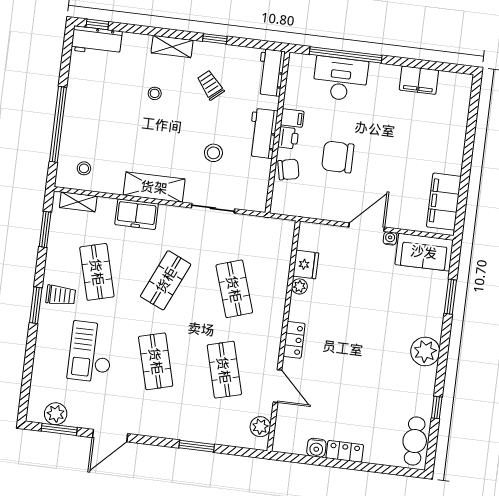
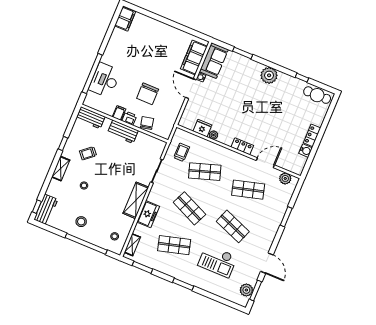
filing cabinet: (419, 80) -> (125, 19), moved
stool: (213, 153) -> (81, 222), moved
filing cabinet: (444, 202) -> (194, 57), moved, turned 90
trolley: (61, 295) -> (182, 152), moved
shop shelf: (156, 361) -> (233, 226), turned 36

